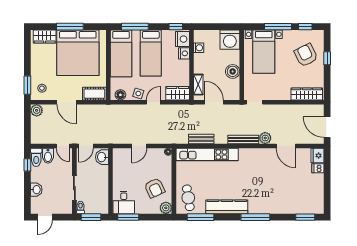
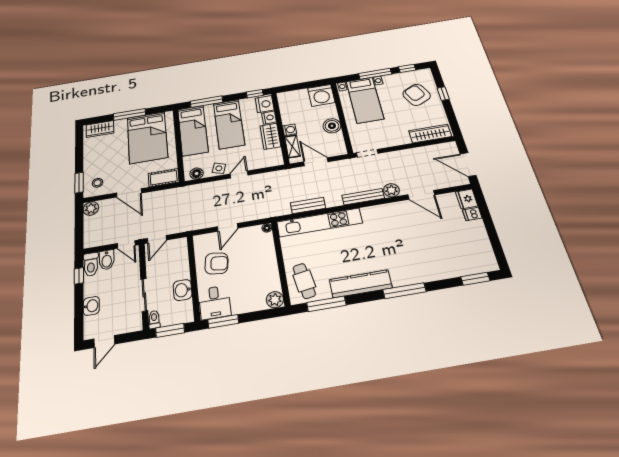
washing machine: (199, 48) -> (290, 130), moved
bed: (78, 53) -> (147, 137), width x0.73
wardrobe: (178, 93) -> (270, 136), moved, turned -90
washbasin: (102, 157) -> (183, 290), moved
armchair: (155, 188) -> (216, 263), moved, turned -57

